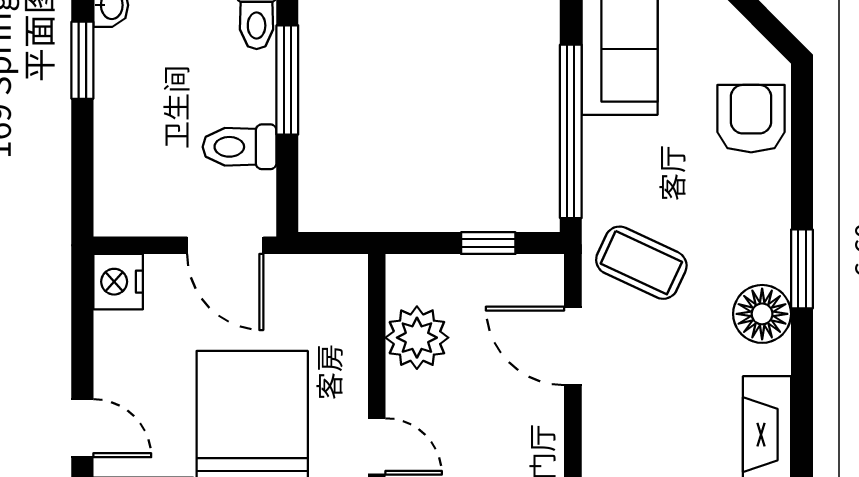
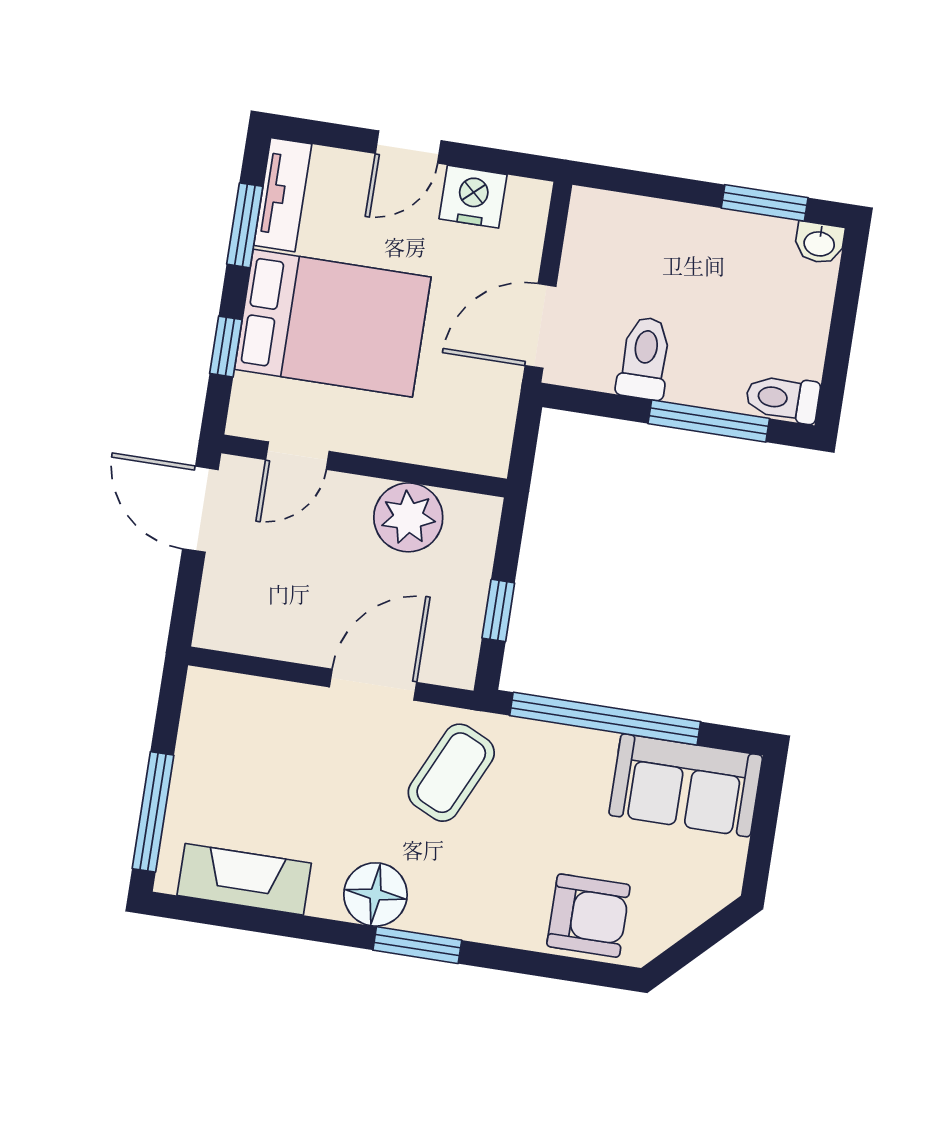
nightstand: (118, 282) -> (473, 197), moved
door: (82, 428) -> (408, 147), moved

